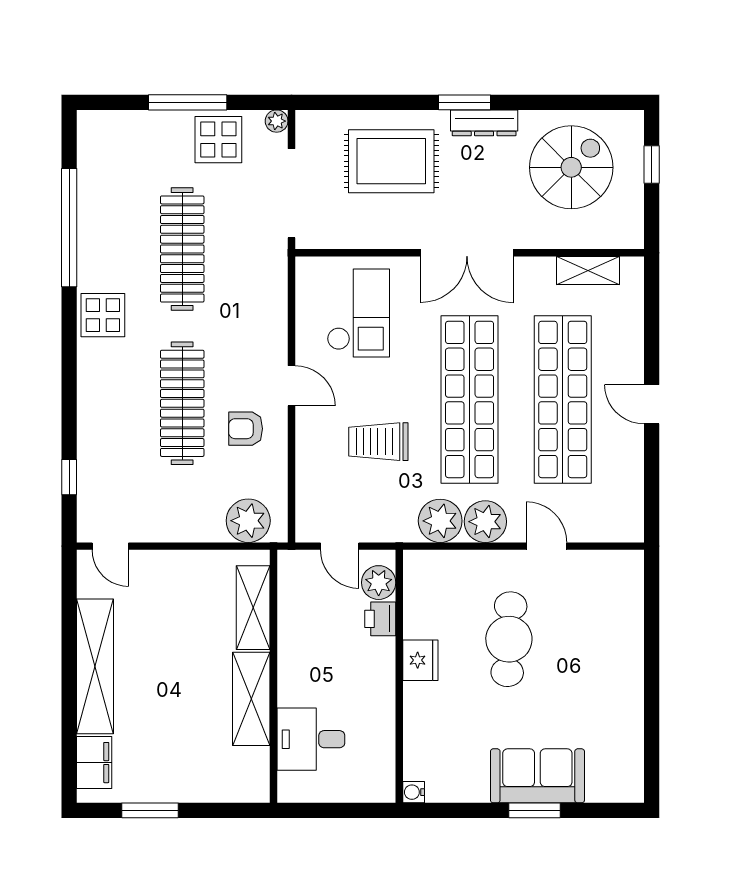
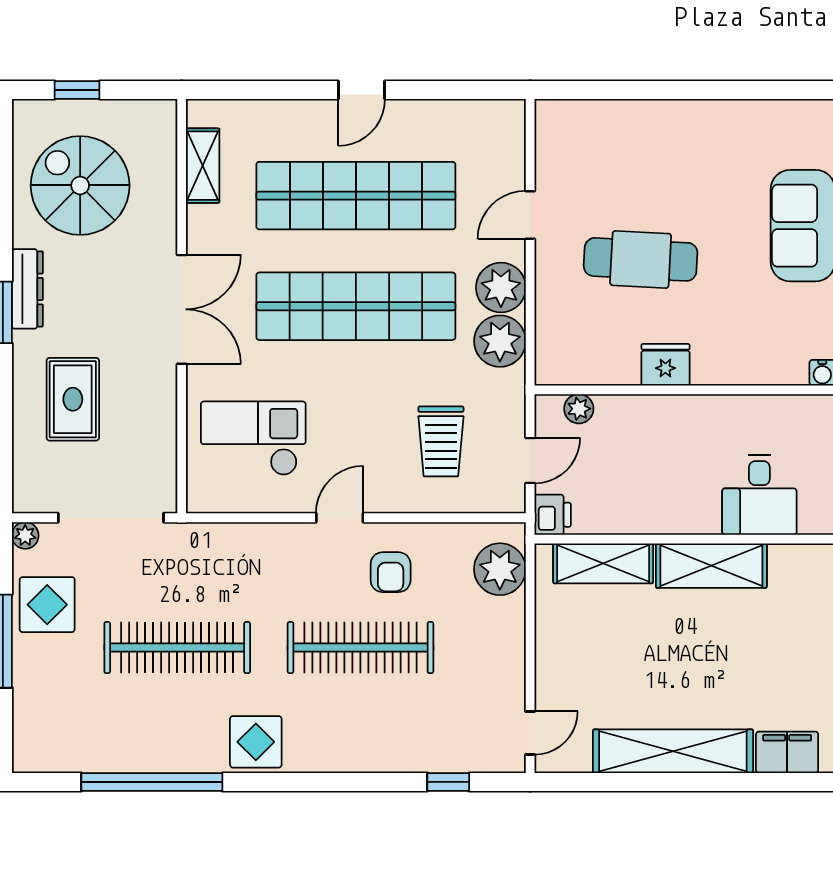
rug: (391, 161) -> (73, 399), width x0.73, depth x0.70
trolley: (378, 442) -> (441, 441), moved
plant: (379, 583) -> (579, 409), width x0.73, depth x0.73
printer: (380, 619) -> (553, 515), moved, turned -90

